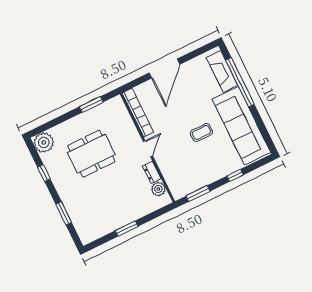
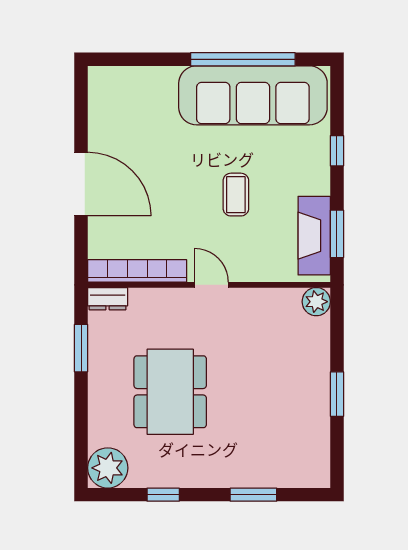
fireplace: (222, 71) -> (314, 236), moved, turned 90
window: (240, 82) -> (243, 59), moved
coffee table: (201, 132) -> (236, 195), moved
dresser: (152, 172) -> (108, 299), moved
plant: (158, 189) -> (316, 302), moved

